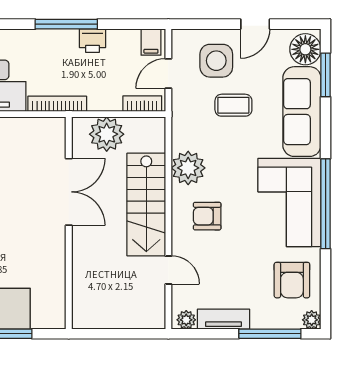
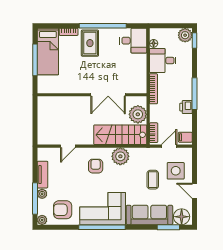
door: (168, 73) -> (169, 146), hinge flipped
stairs: (146, 204) -> (120, 135), moved
plant: (186, 320) -> (42, 194), moved

